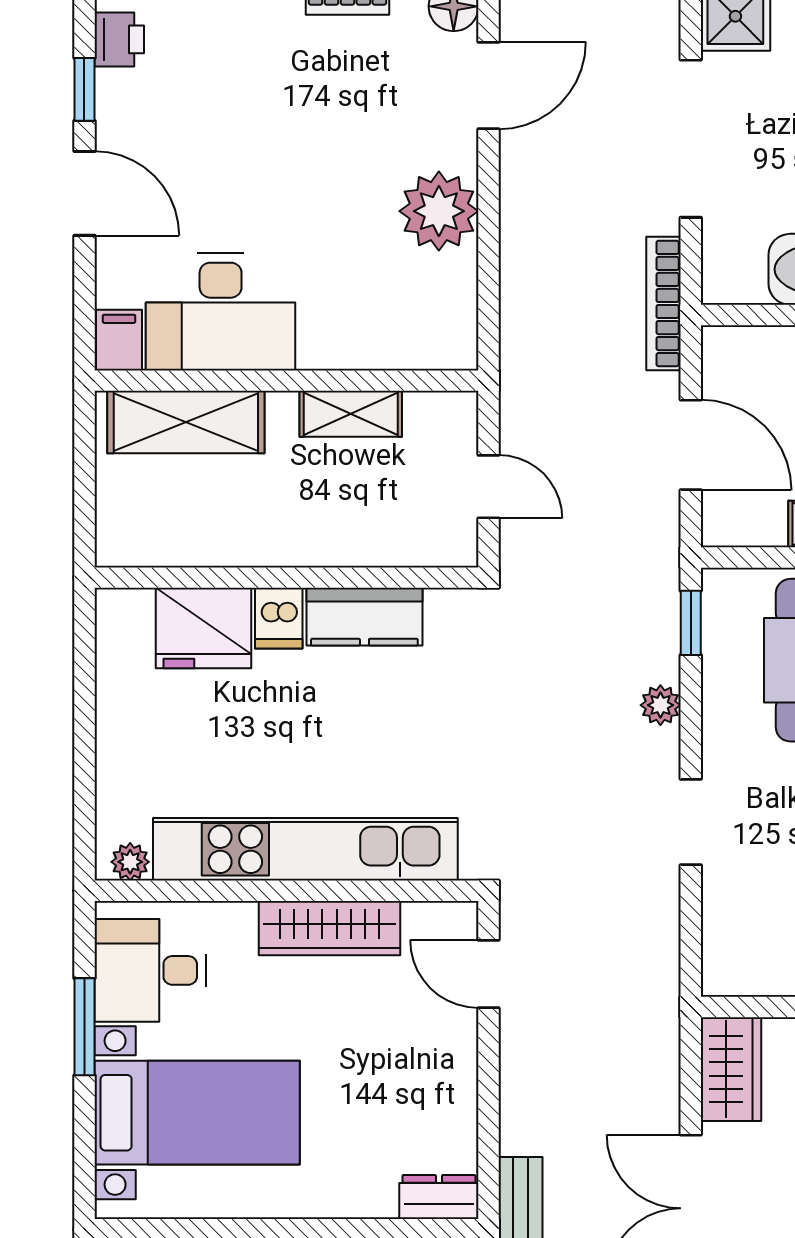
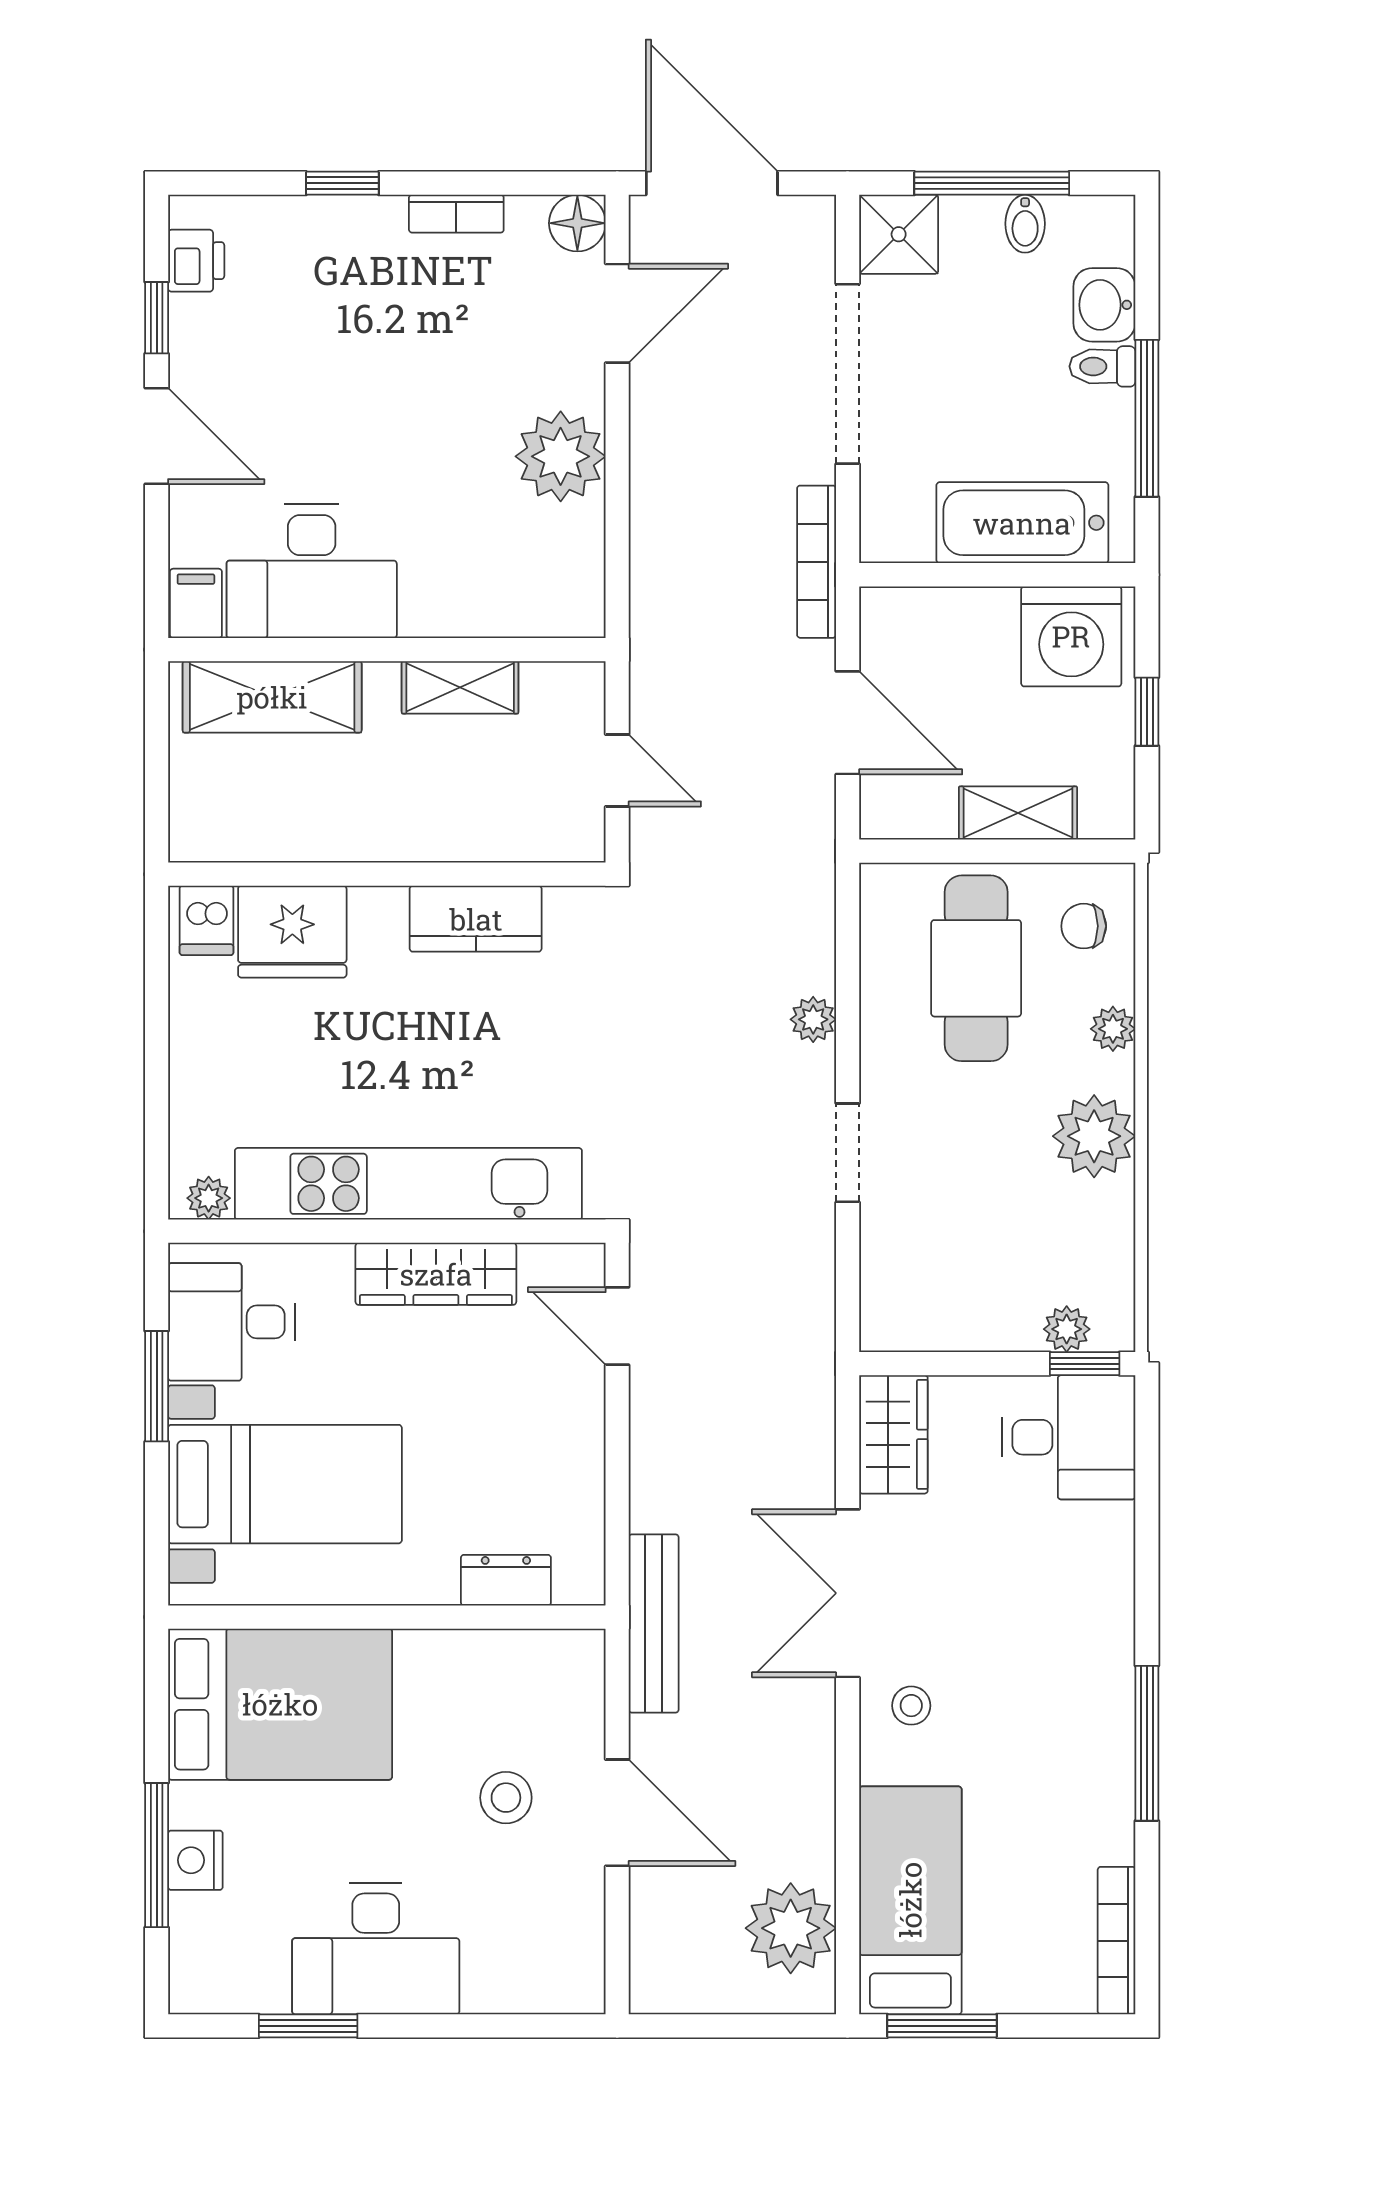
dishwasher: (279, 618) -> (207, 920), moved
window: (691, 623) -> (848, 926), removed
dresser: (439, 1197) -> (506, 1580), moved

